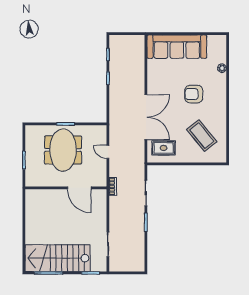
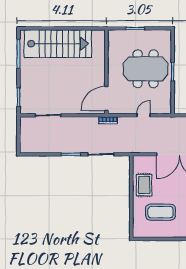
coffee table: (202, 136) -> (161, 212), turned 39
rug: (164, 148) -> (144, 185), moved
door: (79, 188) -> (106, 98), moved
stairs: (58, 258) -> (58, 44), moved, turned 90

